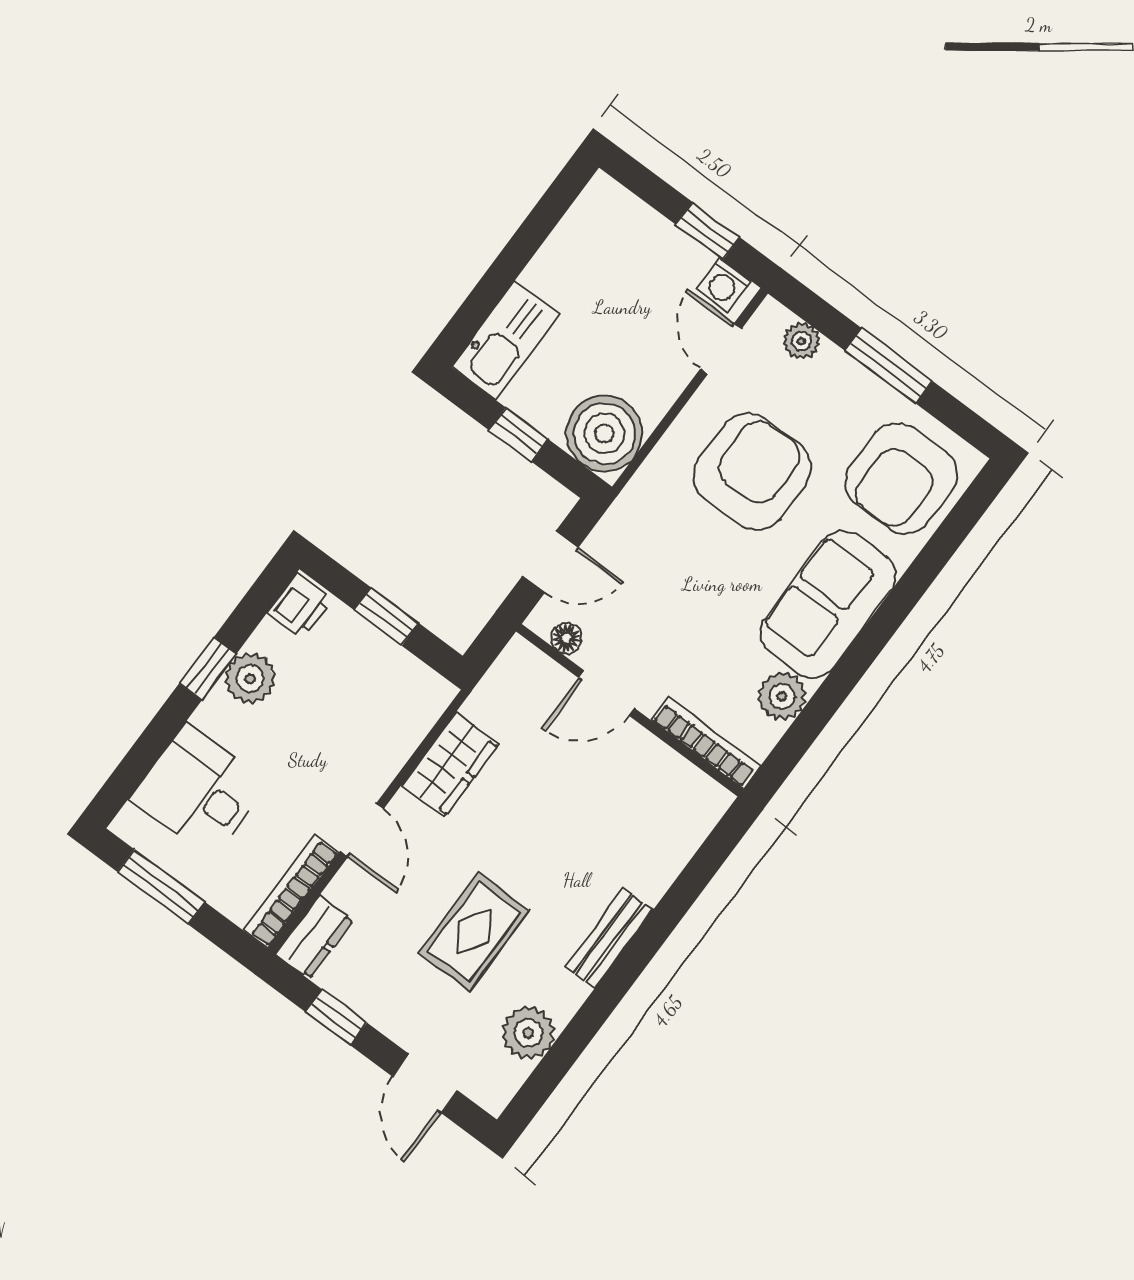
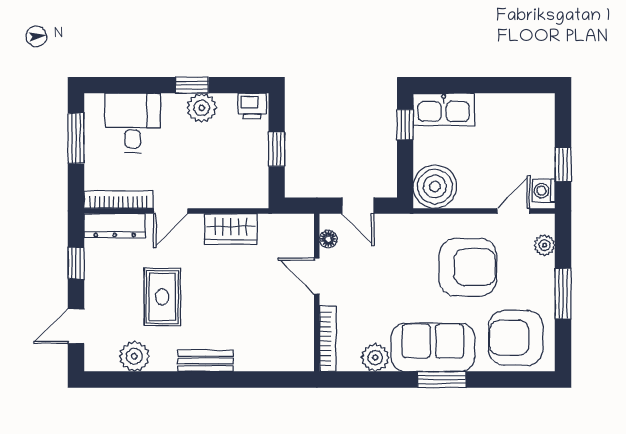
window: (518, 435) -> (405, 125), moved
window: (883, 626) -> (442, 380), added
rug: (474, 932) -> (162, 297), turned 90
dresser: (314, 937) -> (115, 226), width x1.44

